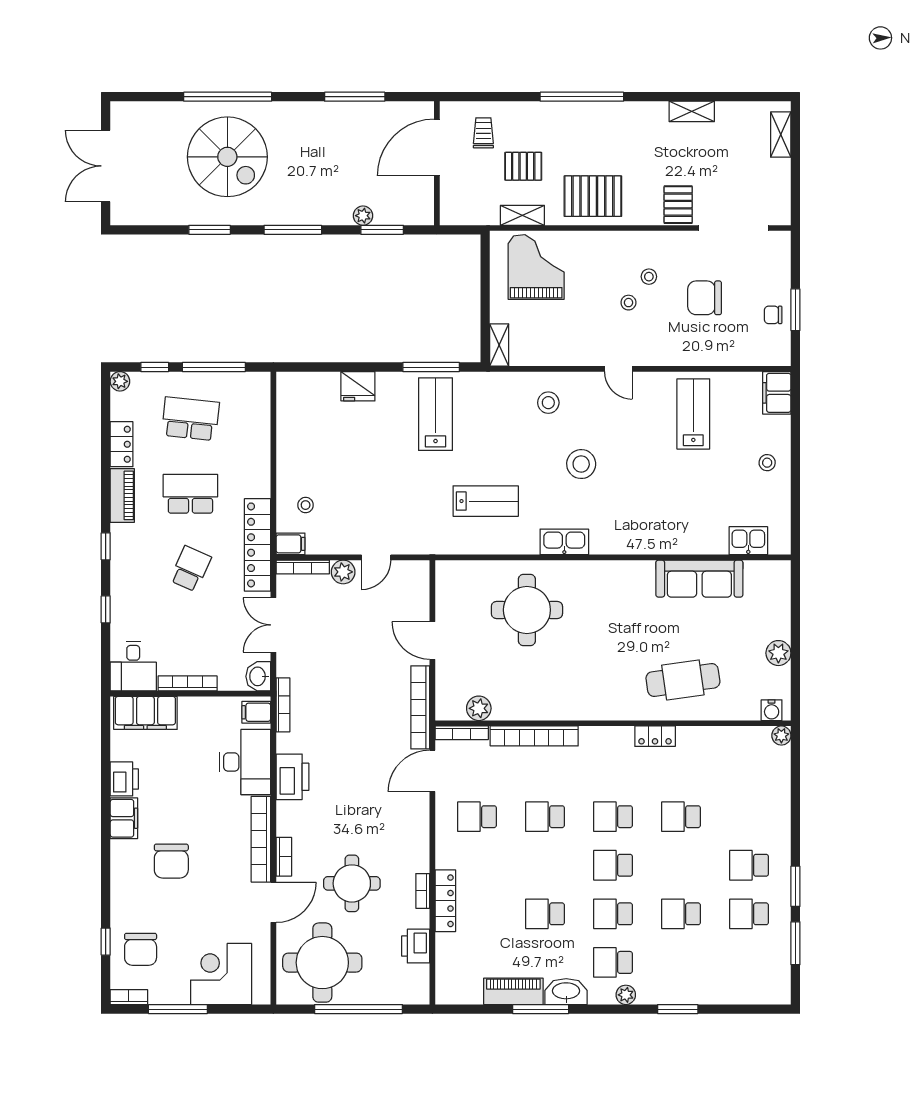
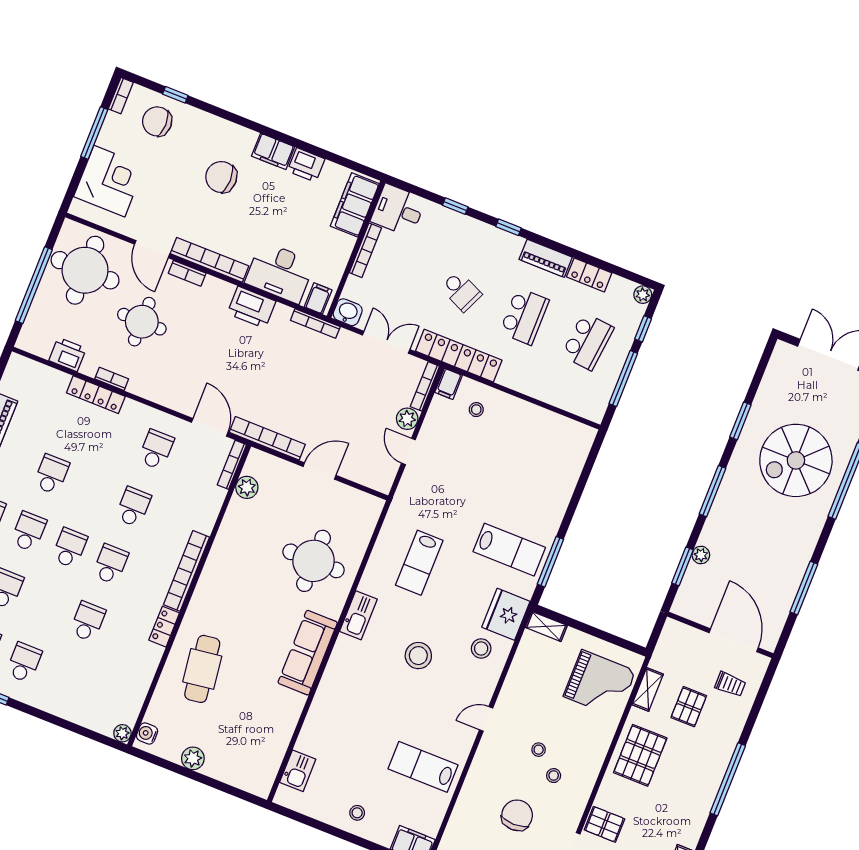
fridge: (358, 386) -> (506, 614), moved, width x1.36, depth x1.34
lab bench: (693, 414) -> (423, 767), turned 180
sofa: (699, 579) -> (308, 653), moved
bookcase: (534, 736) -> (187, 571), moved

